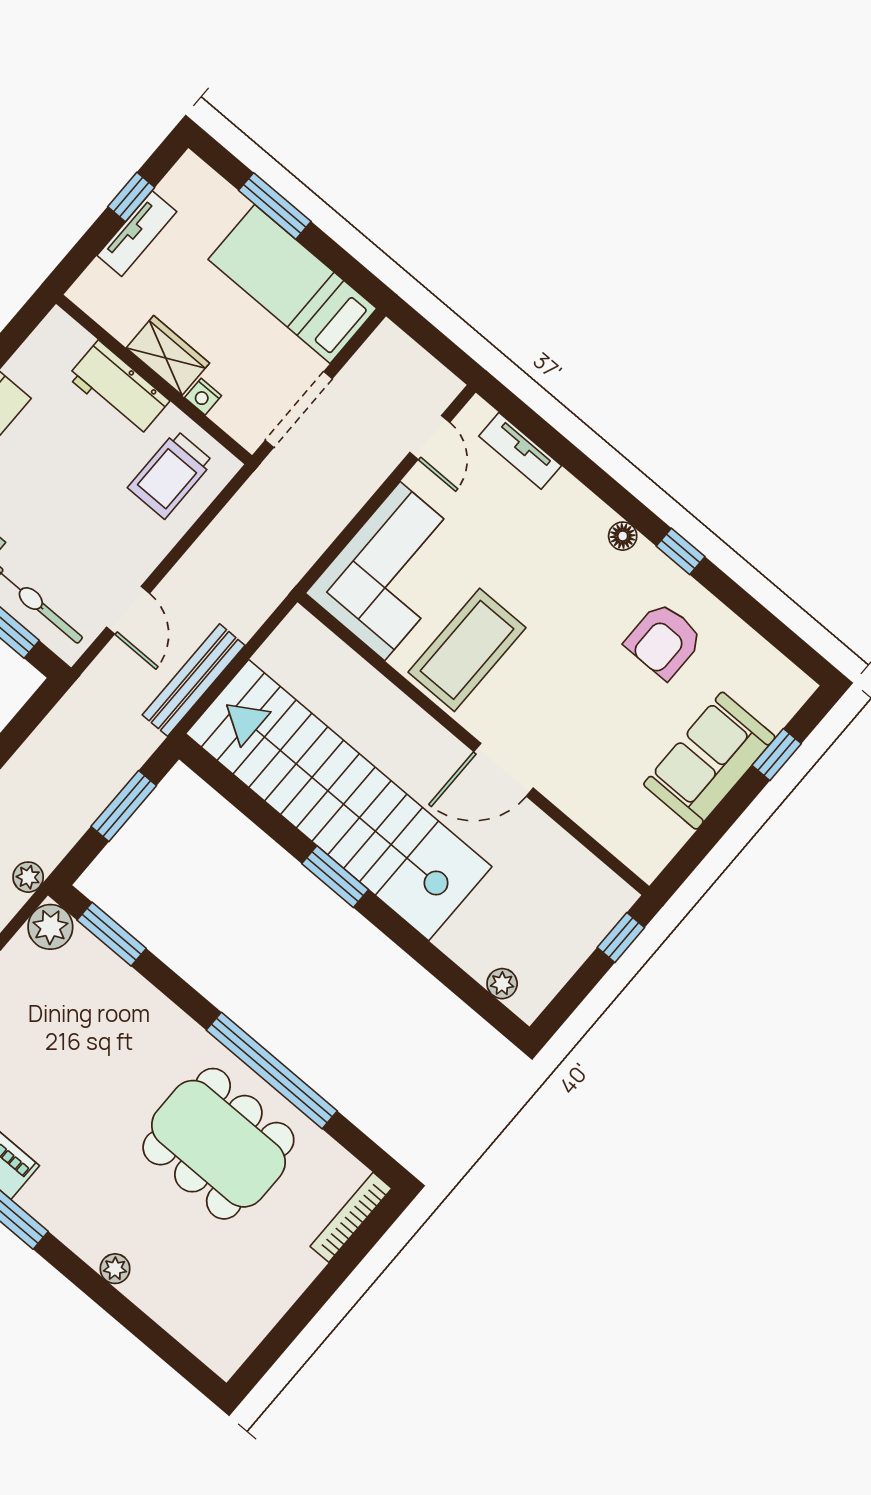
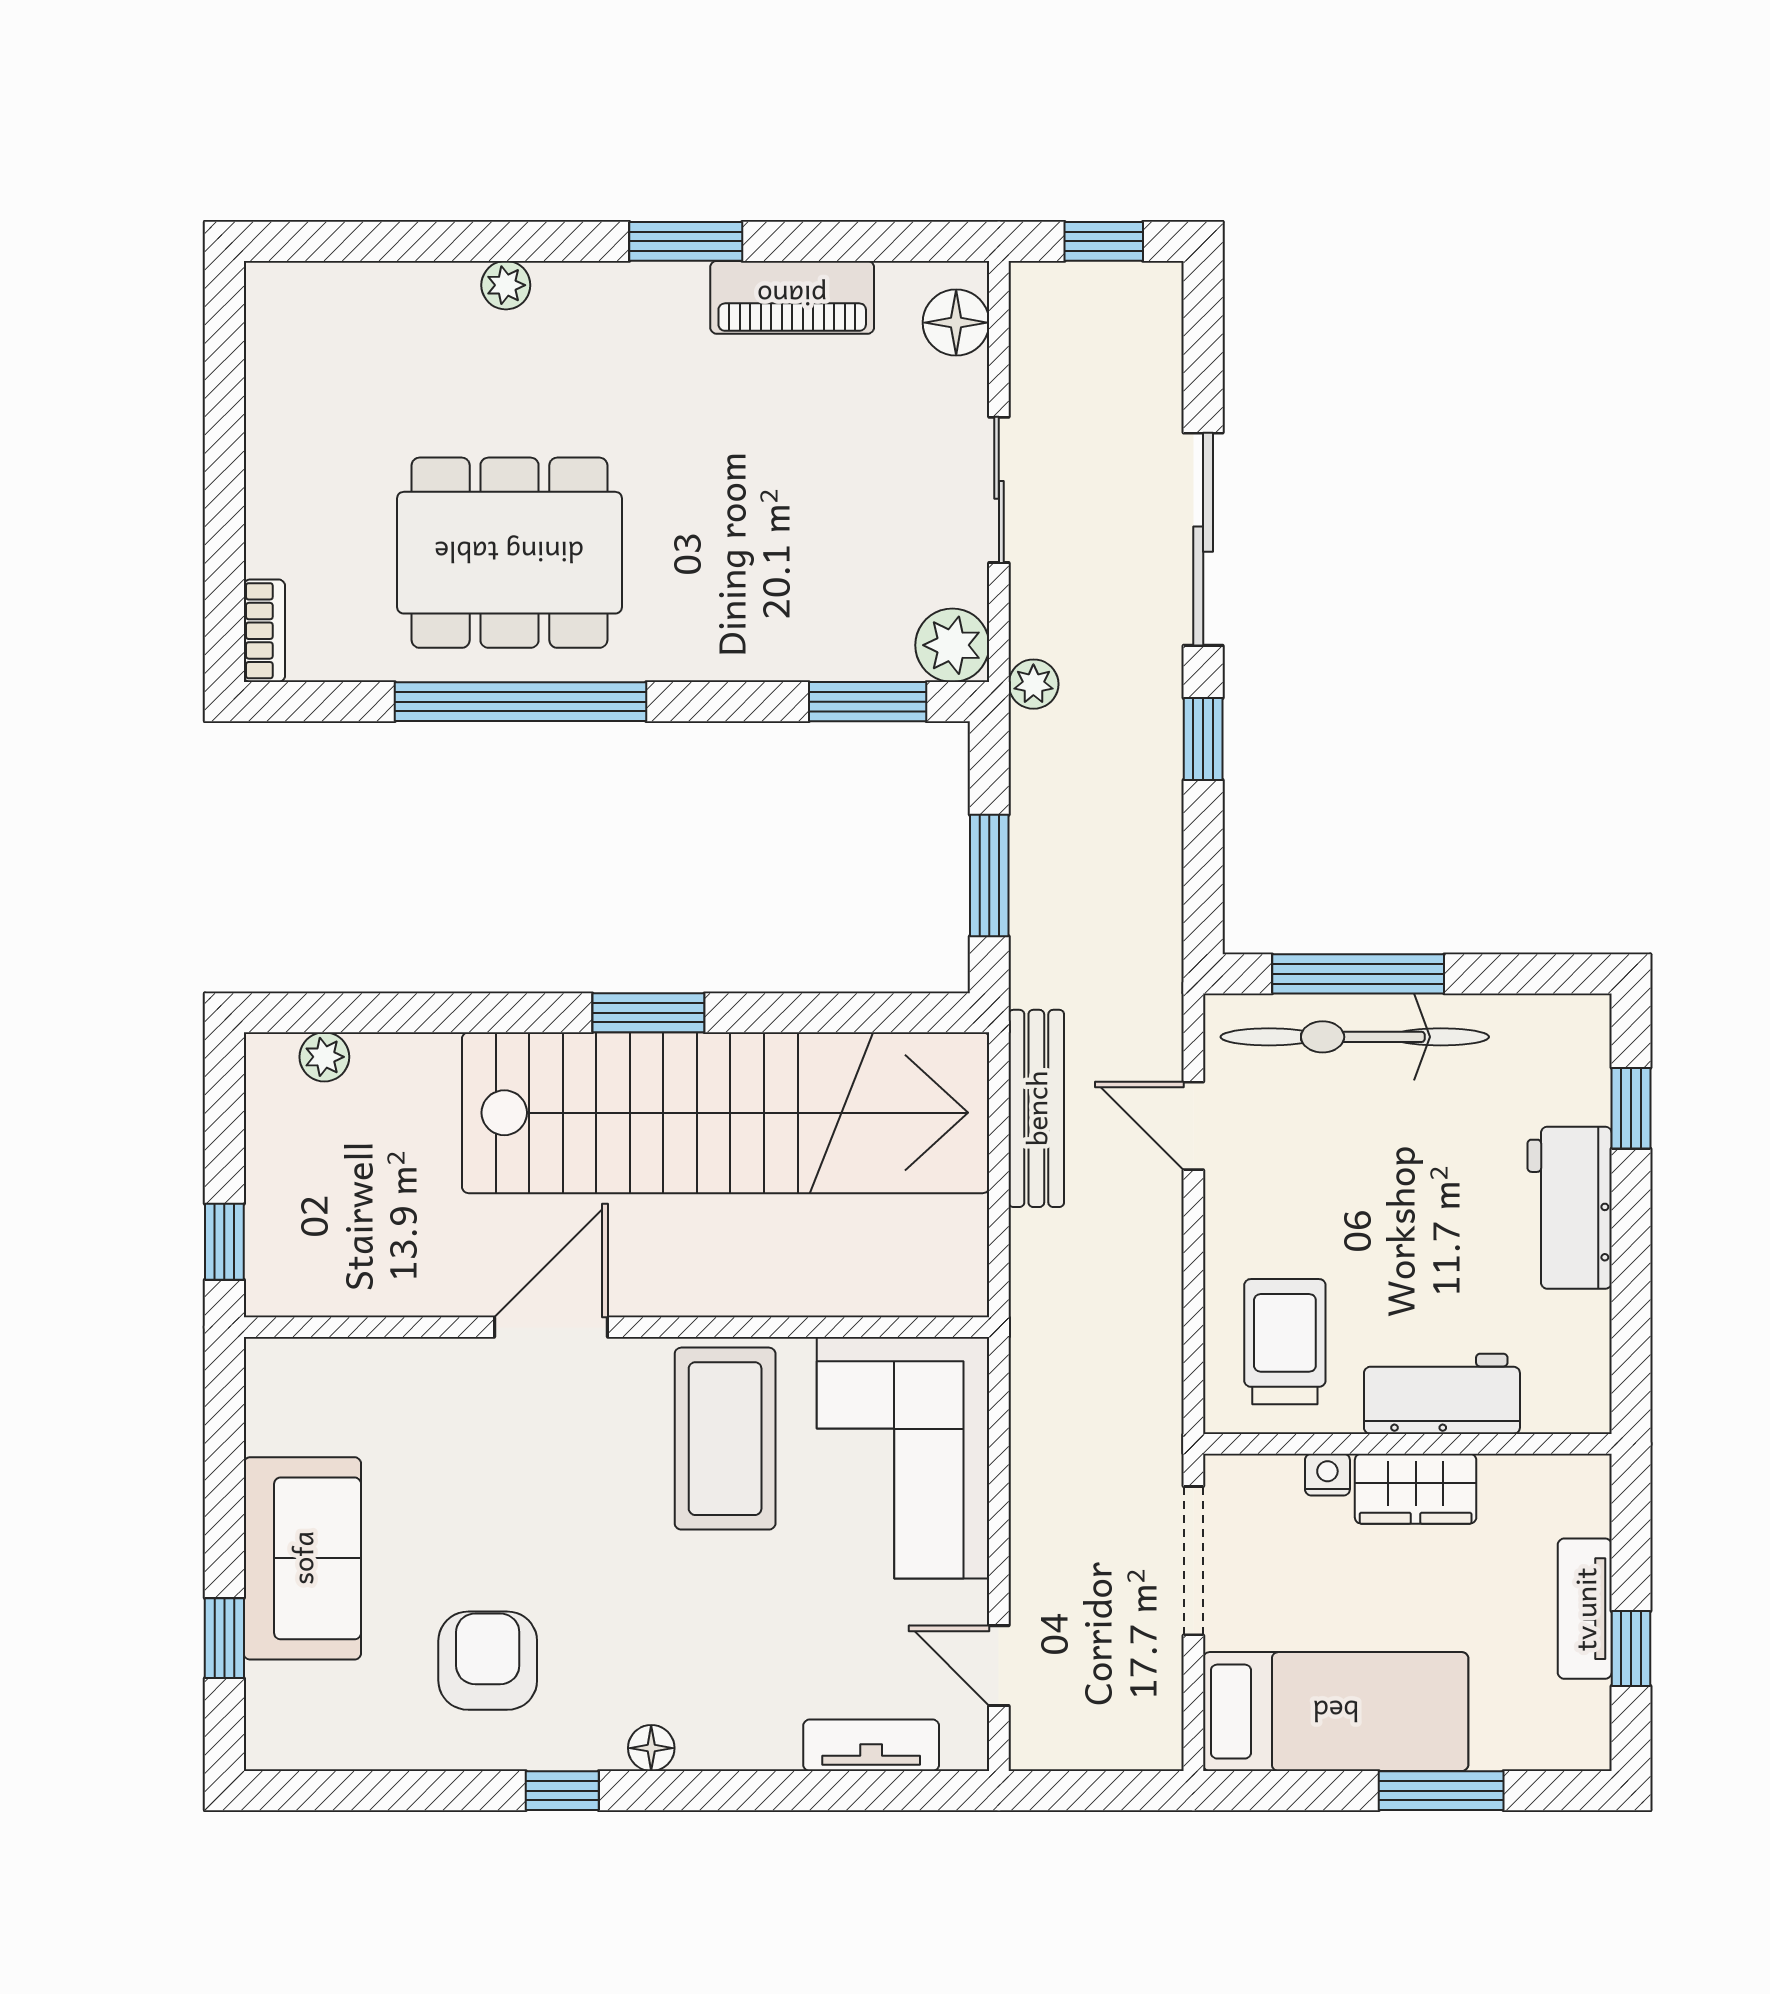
bookcase: (351, 1217) -> (264, 631), width x0.64

